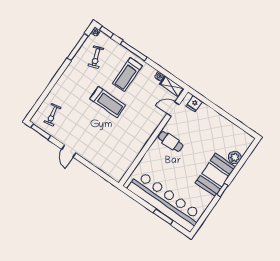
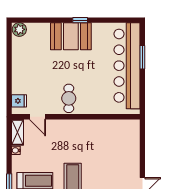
plant: (235, 157) -> (19, 29), moved

